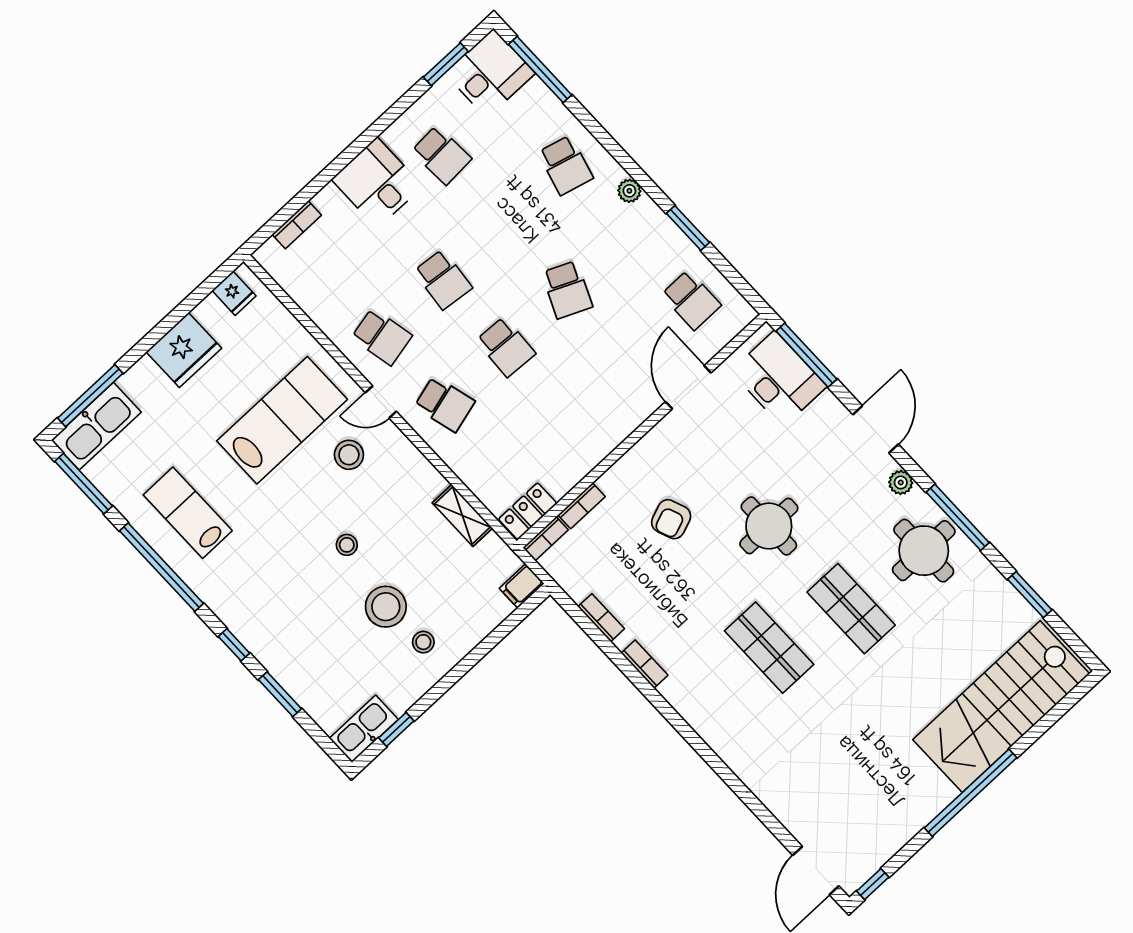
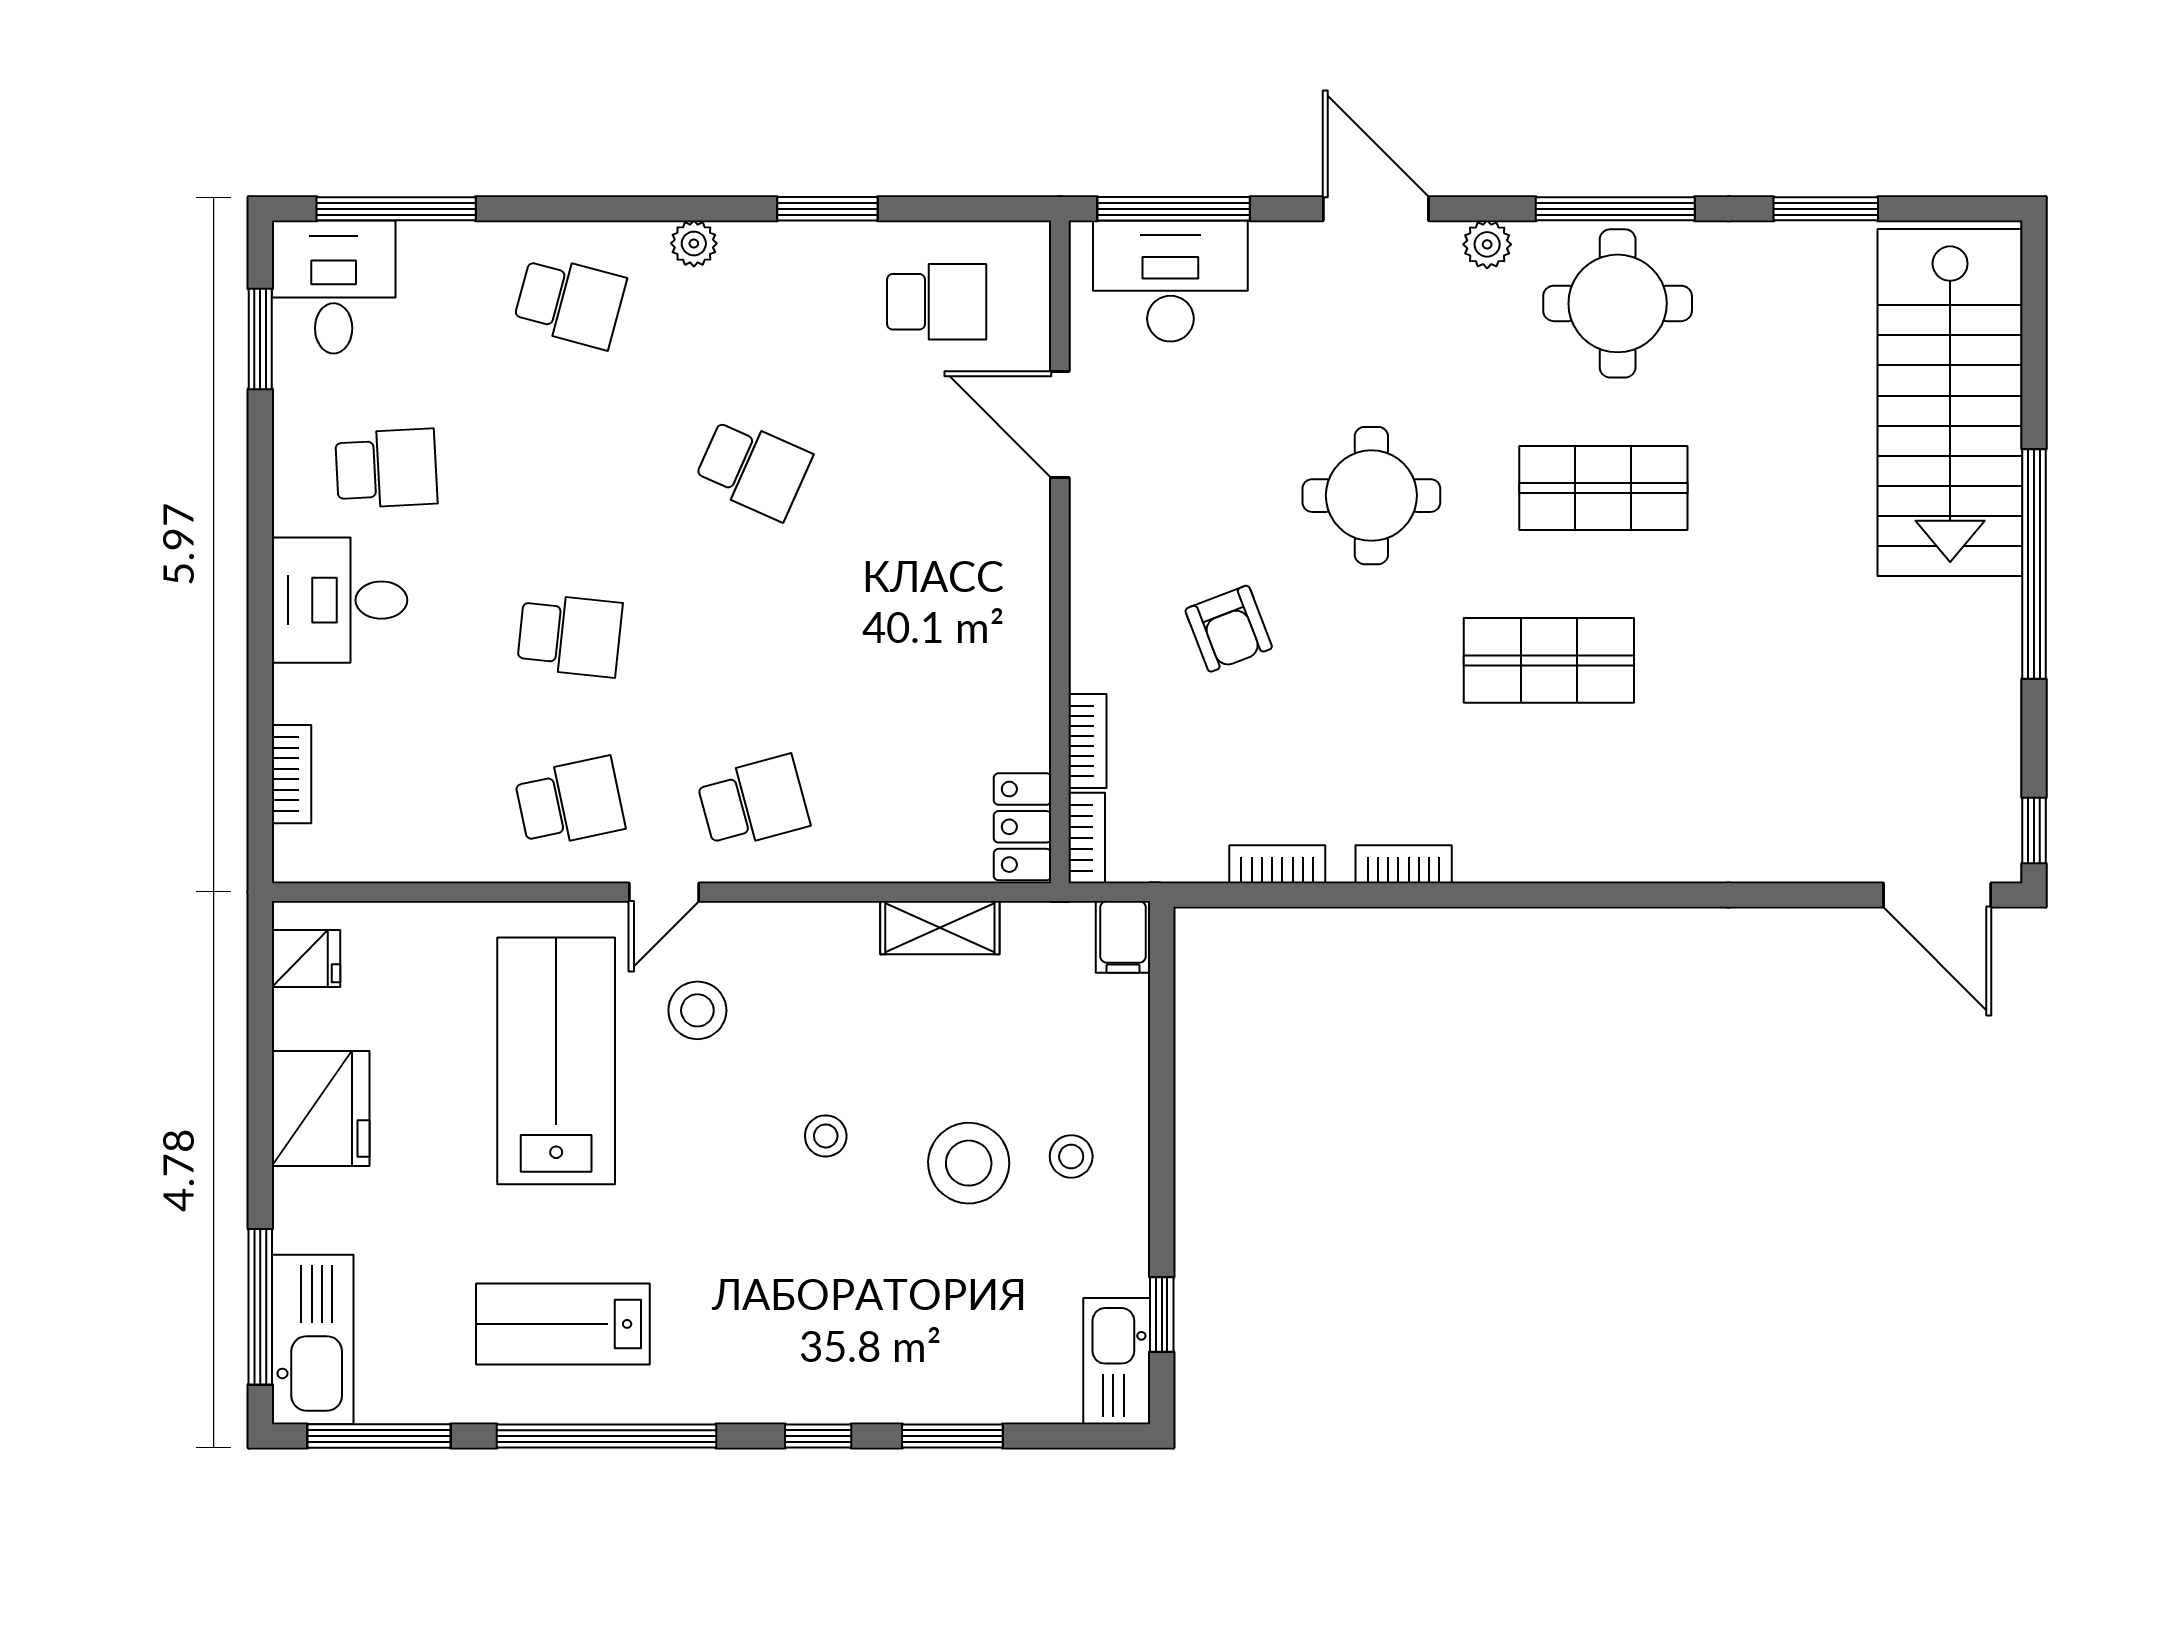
school desk: (506, 347) -> (753, 635), removed

